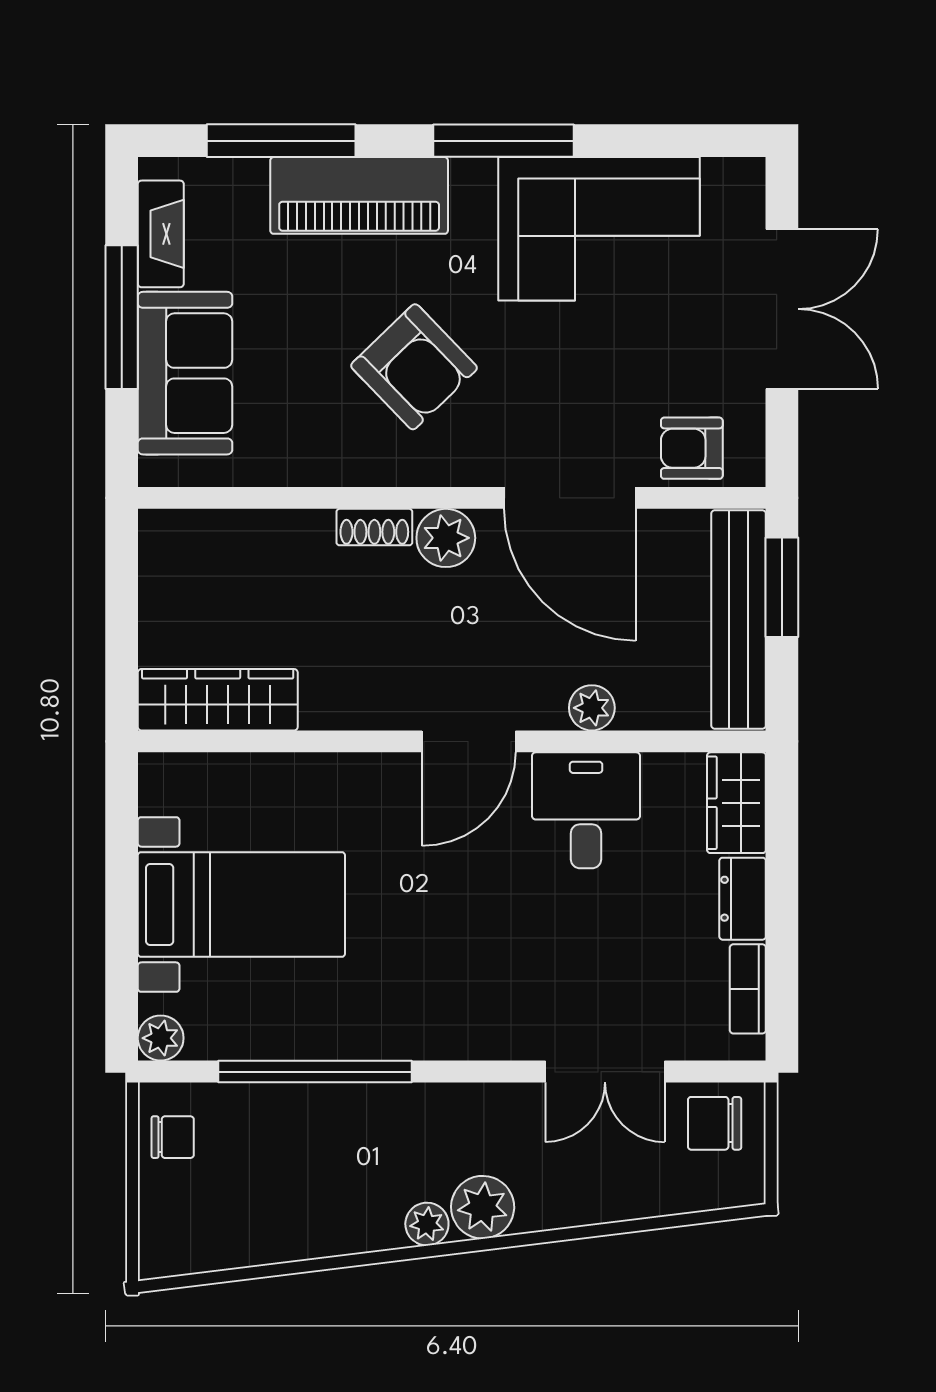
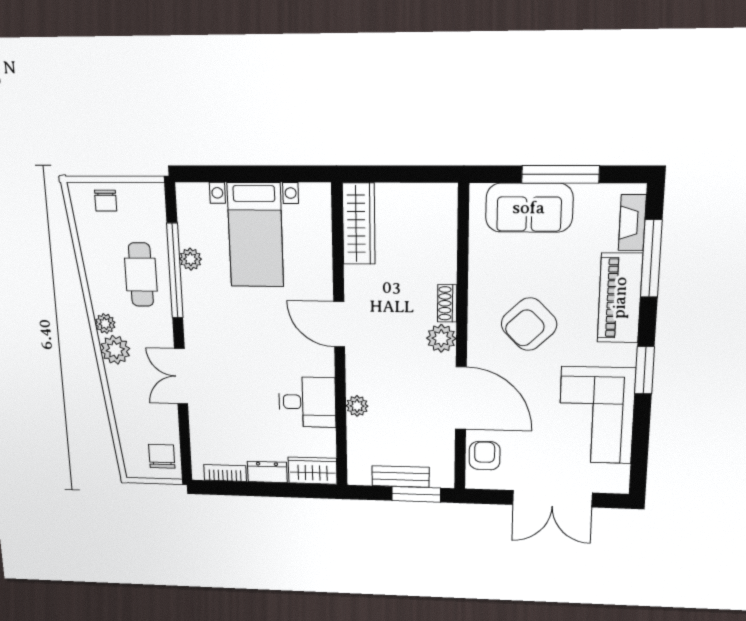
window: (504, 141) -> (645, 370), width x0.69
fireplace: (161, 234) -> (632, 223), moved, turned 90
door: (570, 498) -> (461, 398), swing flipped
bench: (739, 619) -> (401, 476), width x0.54, depth x0.82
door: (469, 741) -> (339, 324), moved
plant: (161, 1038) -> (191, 259), moved
double door: (605, 1072) -> (181, 376), moved
chair: (173, 1137) -> (106, 201), moved
cafe table: (324, 1142) -> (141, 275), added

